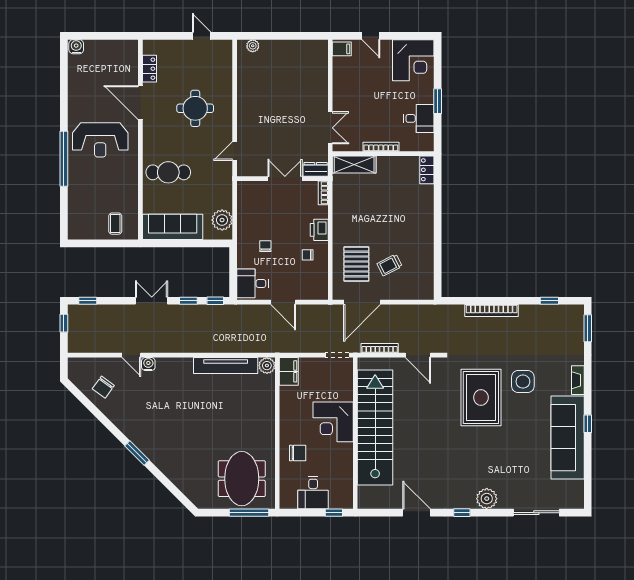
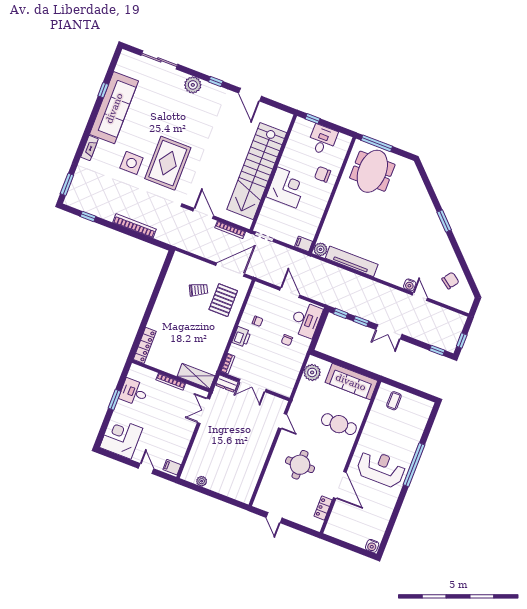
plant: (253, 46) -> (202, 481), moved
door: (235, 151) -> (283, 421), hinge flipped
locker: (427, 170) -> (145, 345), width x1.53
desk: (252, 283) -> (306, 320), width x1.37
filing cabinet: (289, 371) -> (304, 244), width x0.50
window: (588, 424) -> (103, 90), moved

